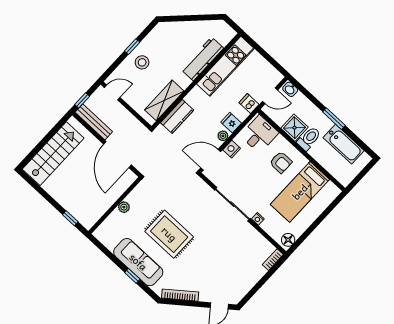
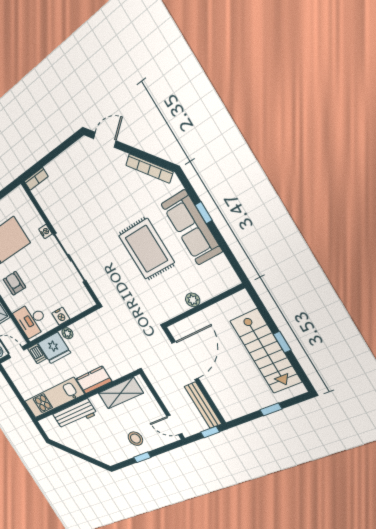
kitchen counter: (177, 116) -> (94, 380), moved
fridge: (231, 123) -> (54, 348), width x1.88, depth x1.34
window: (43, 143) -> (271, 409), added
stairs: (53, 154) -> (266, 351), moved, turned -90
door: (211, 160) -> (84, 314), removed
window: (70, 218) -> (282, 342), moved
floor lamp: (288, 240) -> (17, 197), removed

